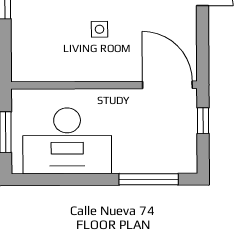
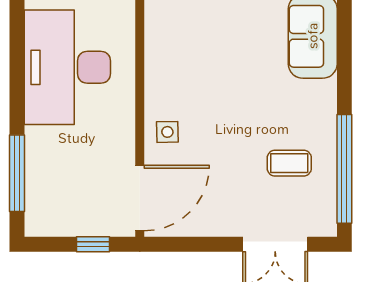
side table: (100, 29) -> (167, 132), moved

